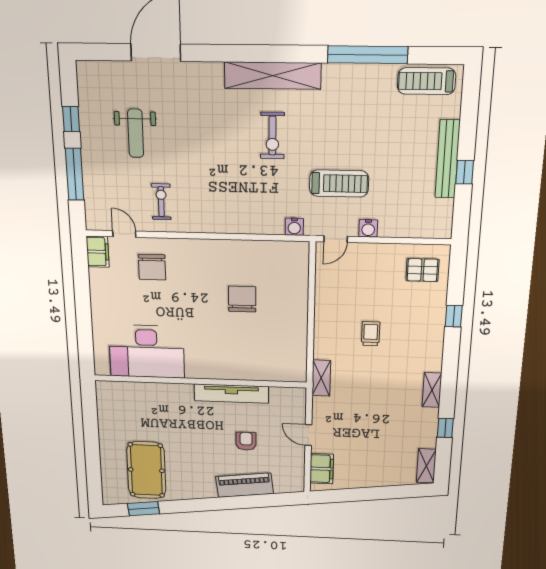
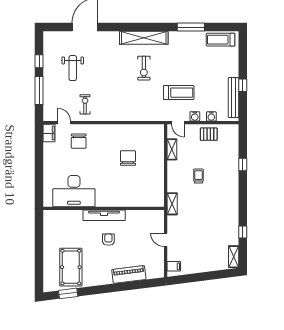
window: (368, 55) -> (191, 27), width x0.68
bench: (447, 159) -> (233, 98), moved
water cooler: (294, 227) -> (211, 116), moved
door: (336, 239) -> (178, 123), hinge flipped
pallet: (422, 270) -> (209, 134), moved
shelving: (432, 390) -> (172, 149), moved
tv unit: (231, 394) -> (104, 215), moved
armchair: (246, 441) -> (108, 240), moved
filing cabinet: (322, 469) -> (174, 266), width x0.50

